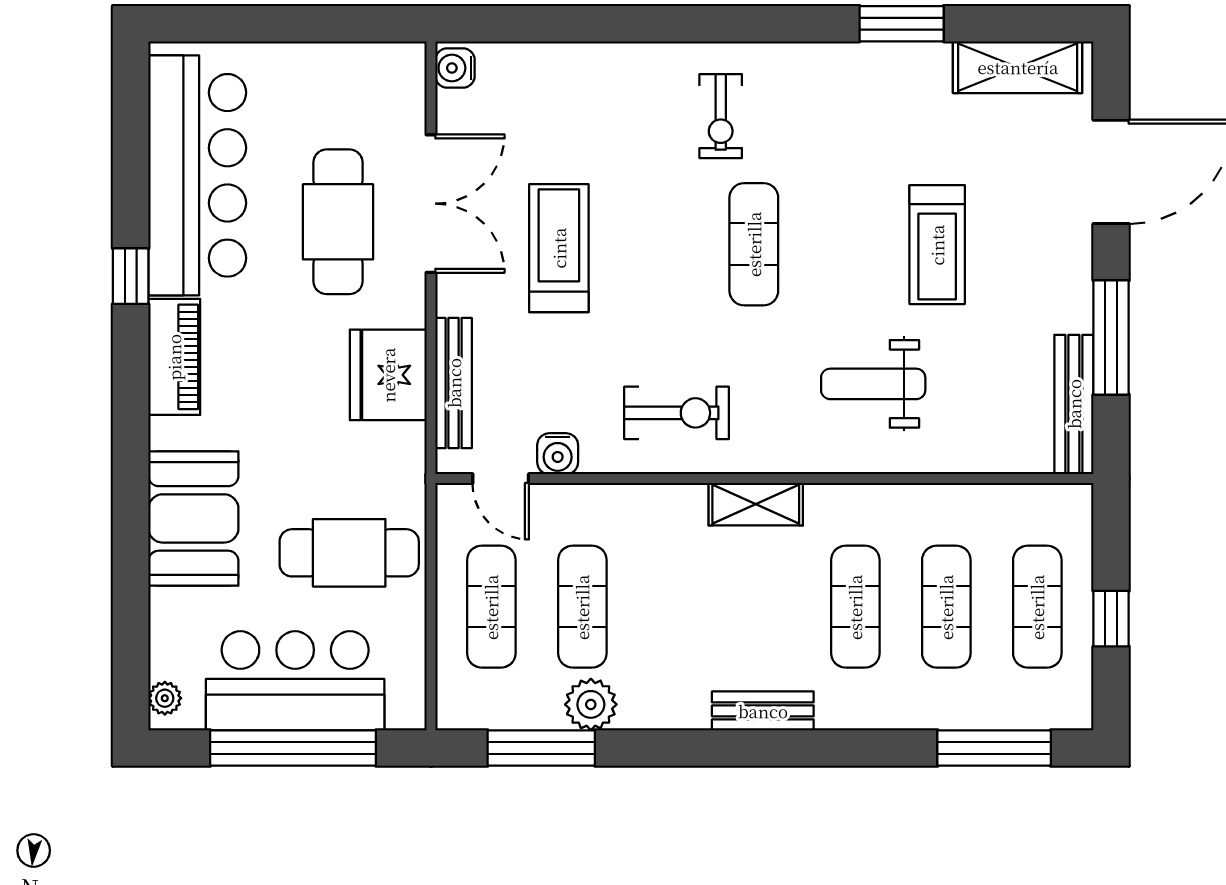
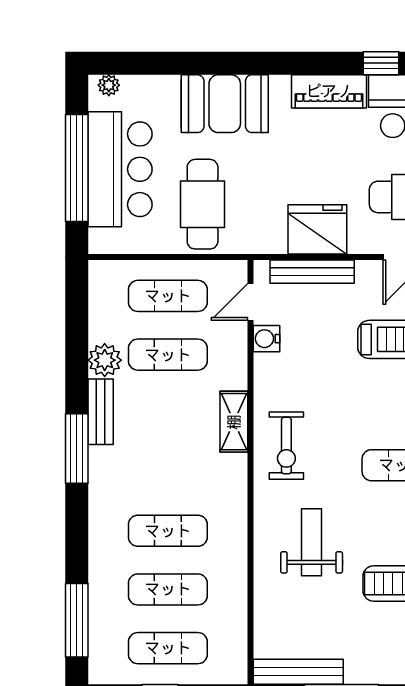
exercise bike: (677, 413) -> (286, 446), moved
shelving: (756, 504) -> (234, 422), moved
bench: (763, 711) -> (101, 412), moved
window: (541, 748) -> (77, 449), moved

